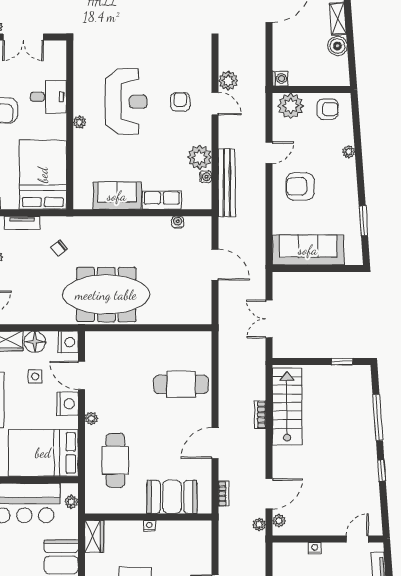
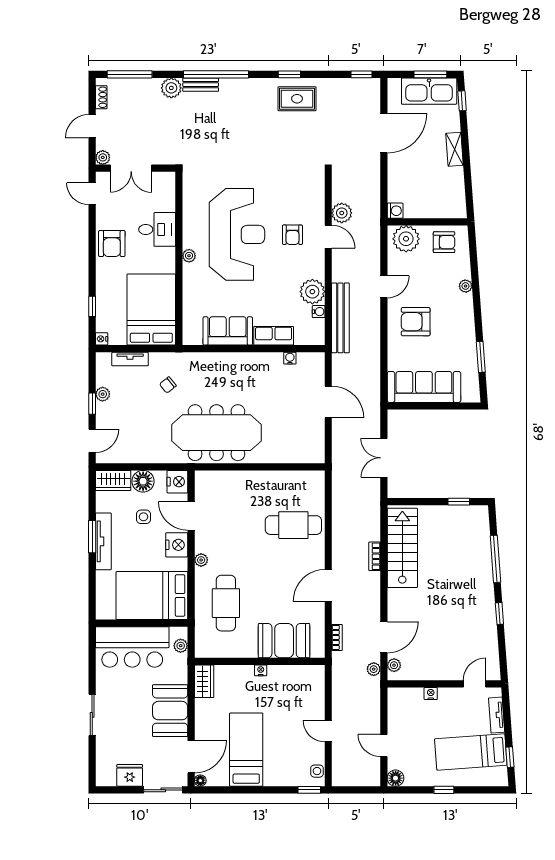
boiler: (338, 46) -> (454, 177), removed
reception desk: (126, 102) -> (237, 234), width x1.36, depth x1.30
armchair: (180, 102) -> (292, 235), turned 180

